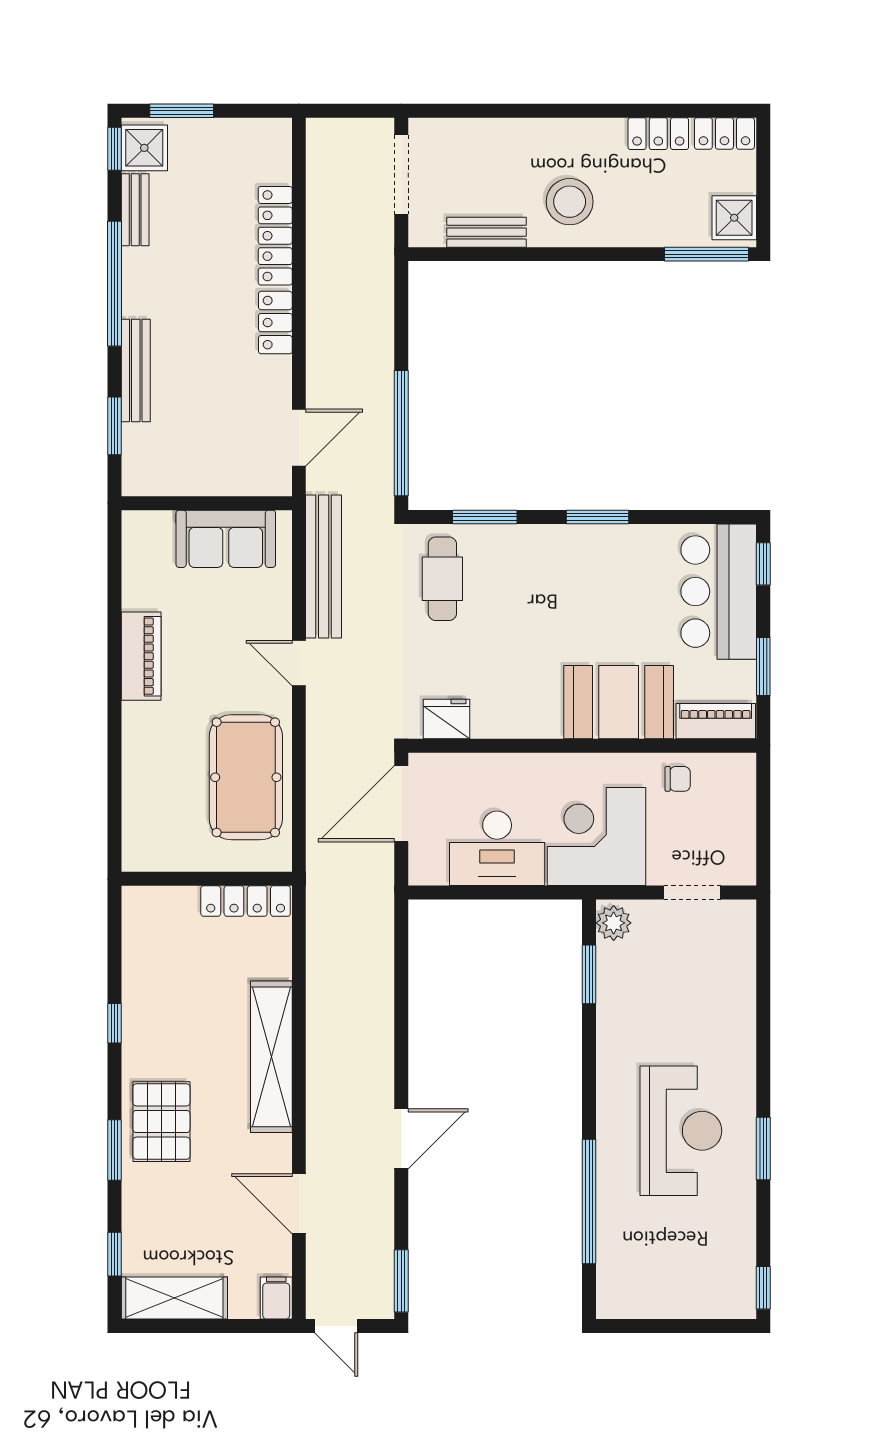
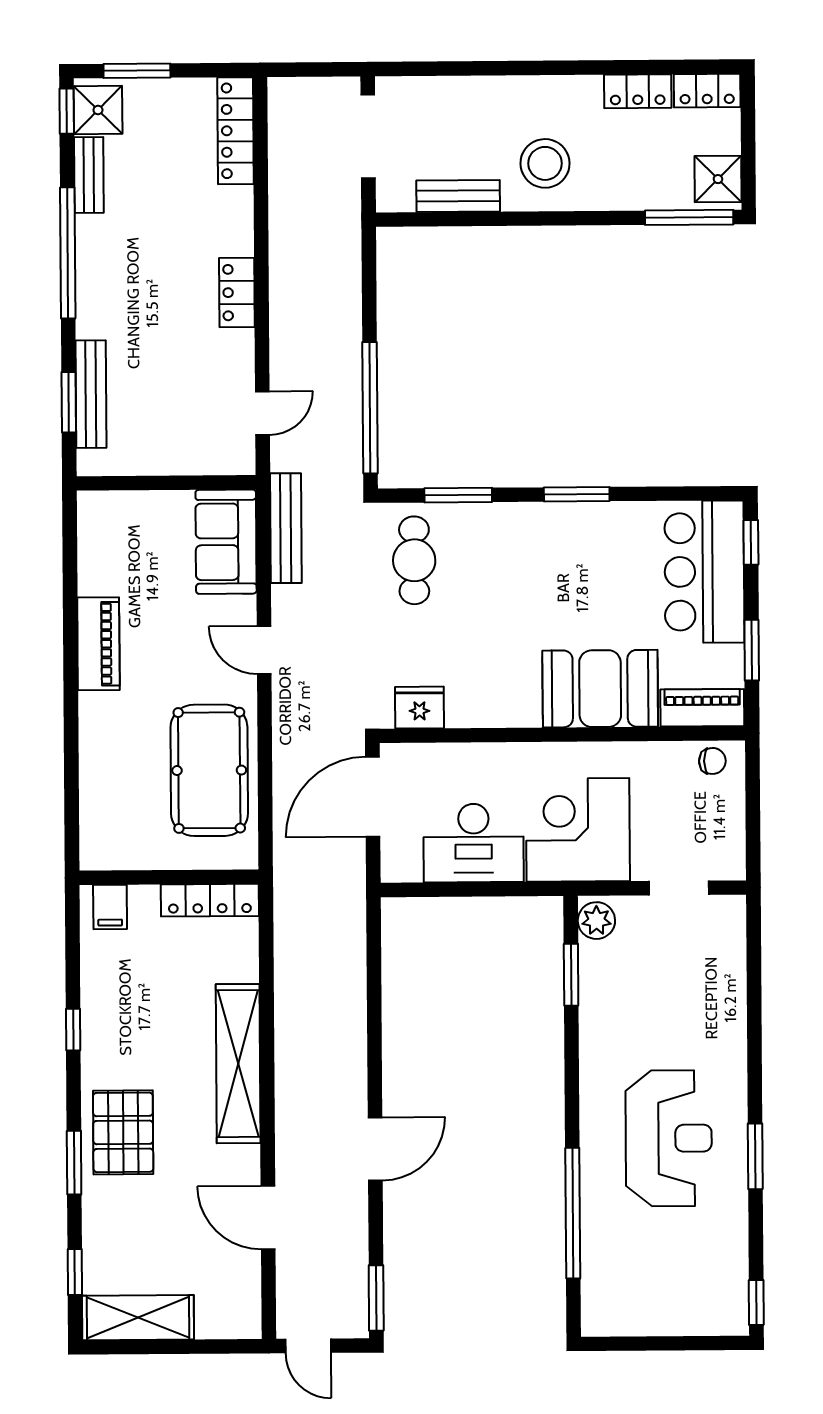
locker: (275, 236) -> (236, 131), moved
bench: (136, 371) -> (91, 394), moved
door: (299, 438) -> (262, 413), width x0.73
sofa: (226, 539) -> (226, 542), moved, turned 90
bench: (324, 566) -> (286, 528), width x0.73, depth x0.82
chair: (678, 779) -> (712, 761), moved
filing cabinet: (276, 1298) -> (110, 907), moved, turned 180

